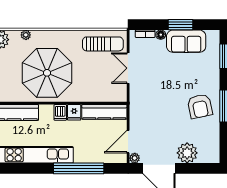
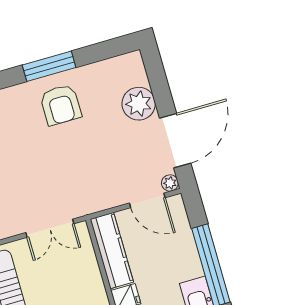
double door: (128, 68) -> (50, 228), moved
armchair: (200, 106) -> (61, 105), turned 102

